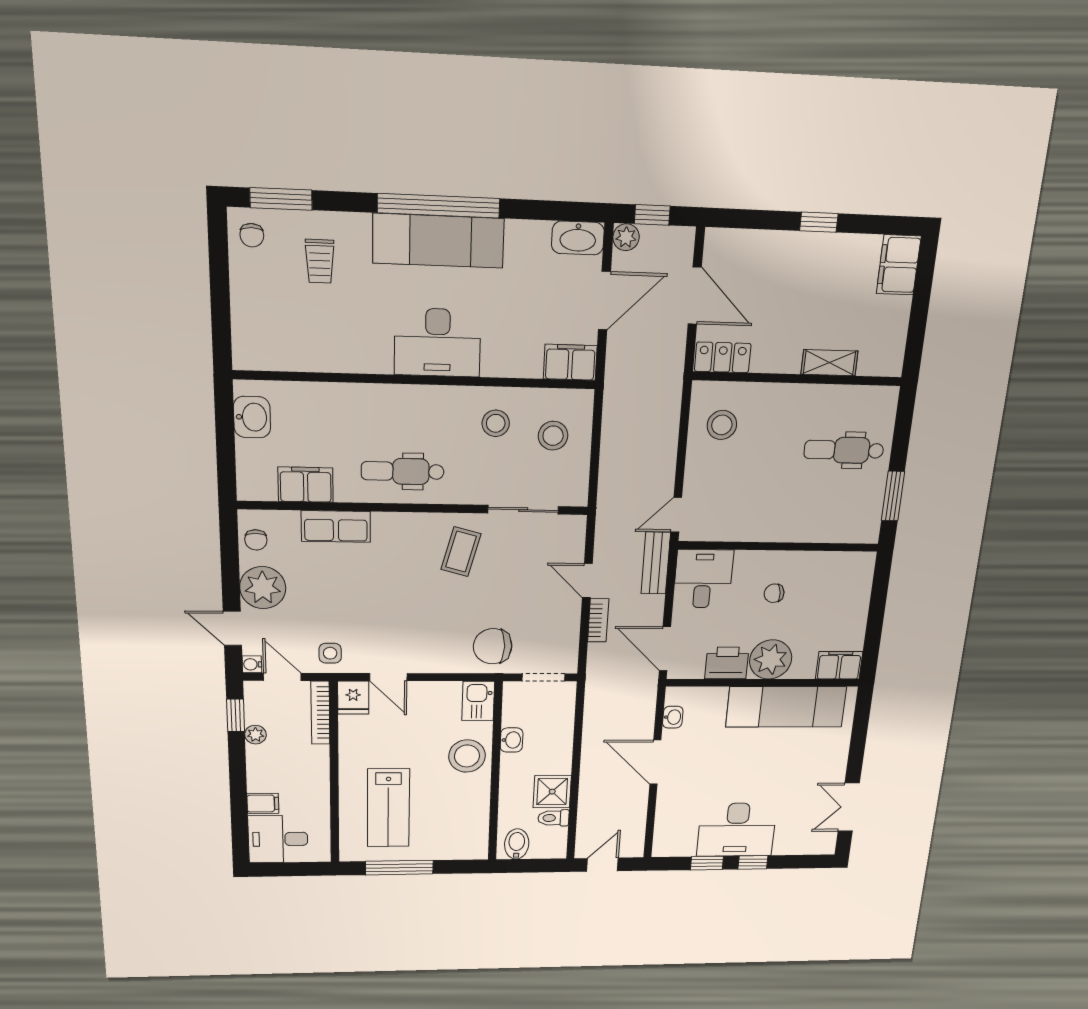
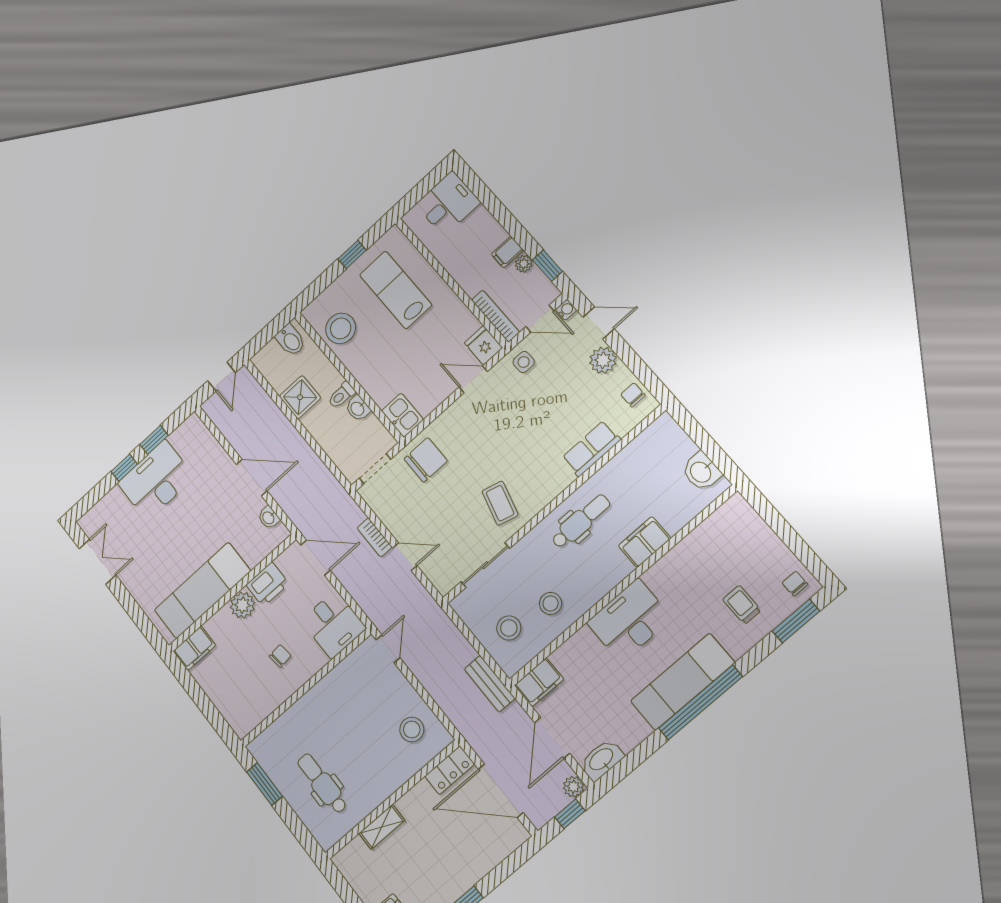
door: (695, 296) -> (501, 791), width x1.36
dental chair: (844, 450) -> (322, 783), turned -90
filing cabinet: (306, 485) -> (644, 542), moved, turned 180
bench: (656, 563) -> (490, 684), moved
plant: (263, 588) -> (603, 360), width x0.73, depth x0.73
plant: (771, 659) -> (242, 605), width x0.73, depth x0.73
stool: (467, 756) -> (341, 328), moved
filing cabinet: (263, 803) -> (507, 252), moved
toilet: (553, 818) -> (341, 395), moved, turned 180
window: (399, 868) -> (352, 254), width x0.46

